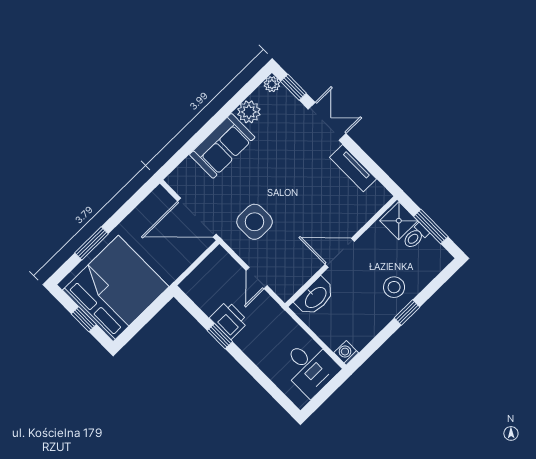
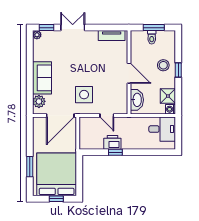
plant: (249, 112) -> (39, 101), moved
tv unit: (353, 168) -> (112, 35), moved
shower: (399, 221) -> (168, 96), moved
door: (340, 253) -> (129, 73), swing flipped

